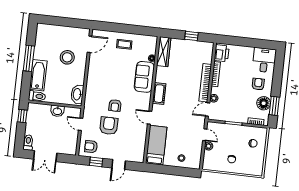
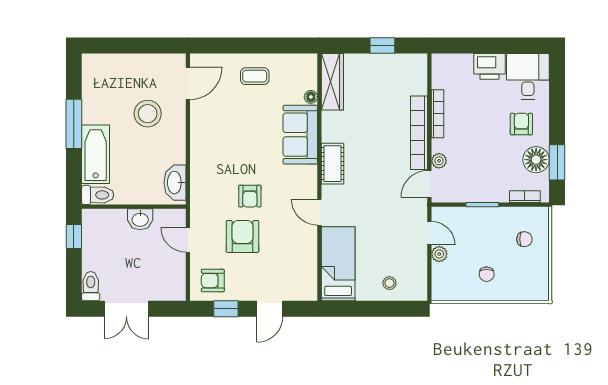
printer: (222, 53) -> (489, 66), moved, turned 90

